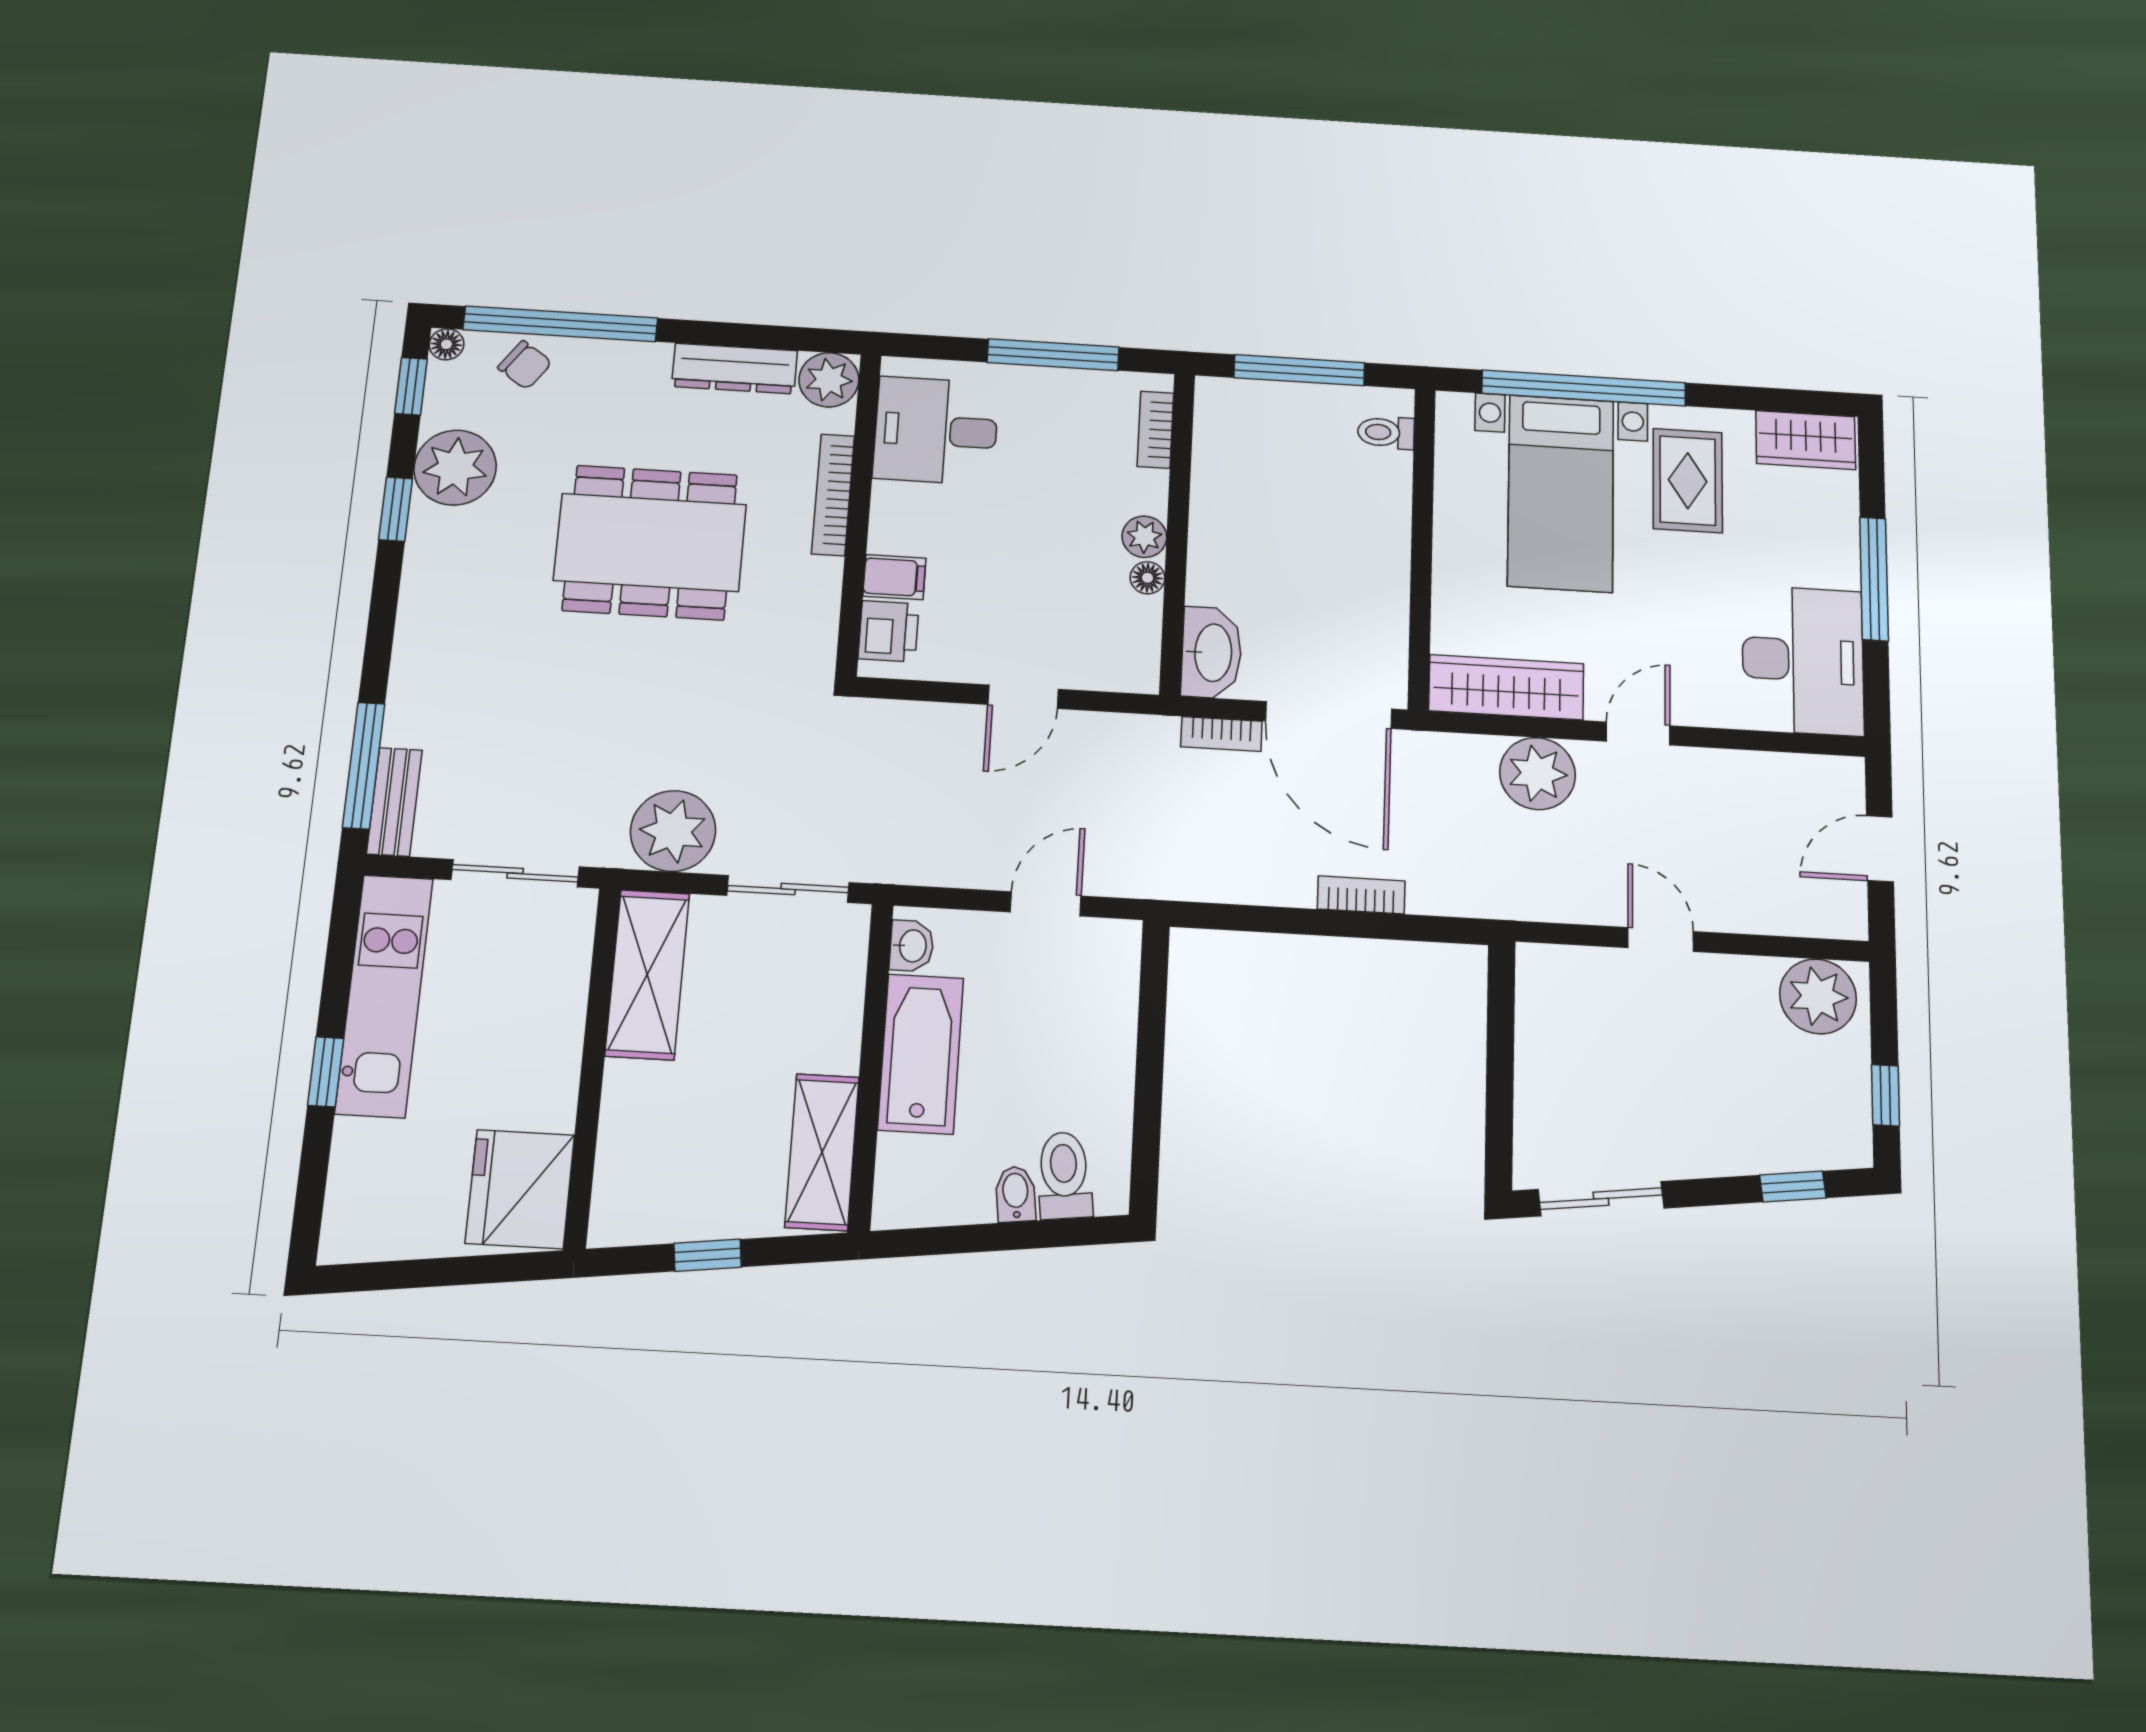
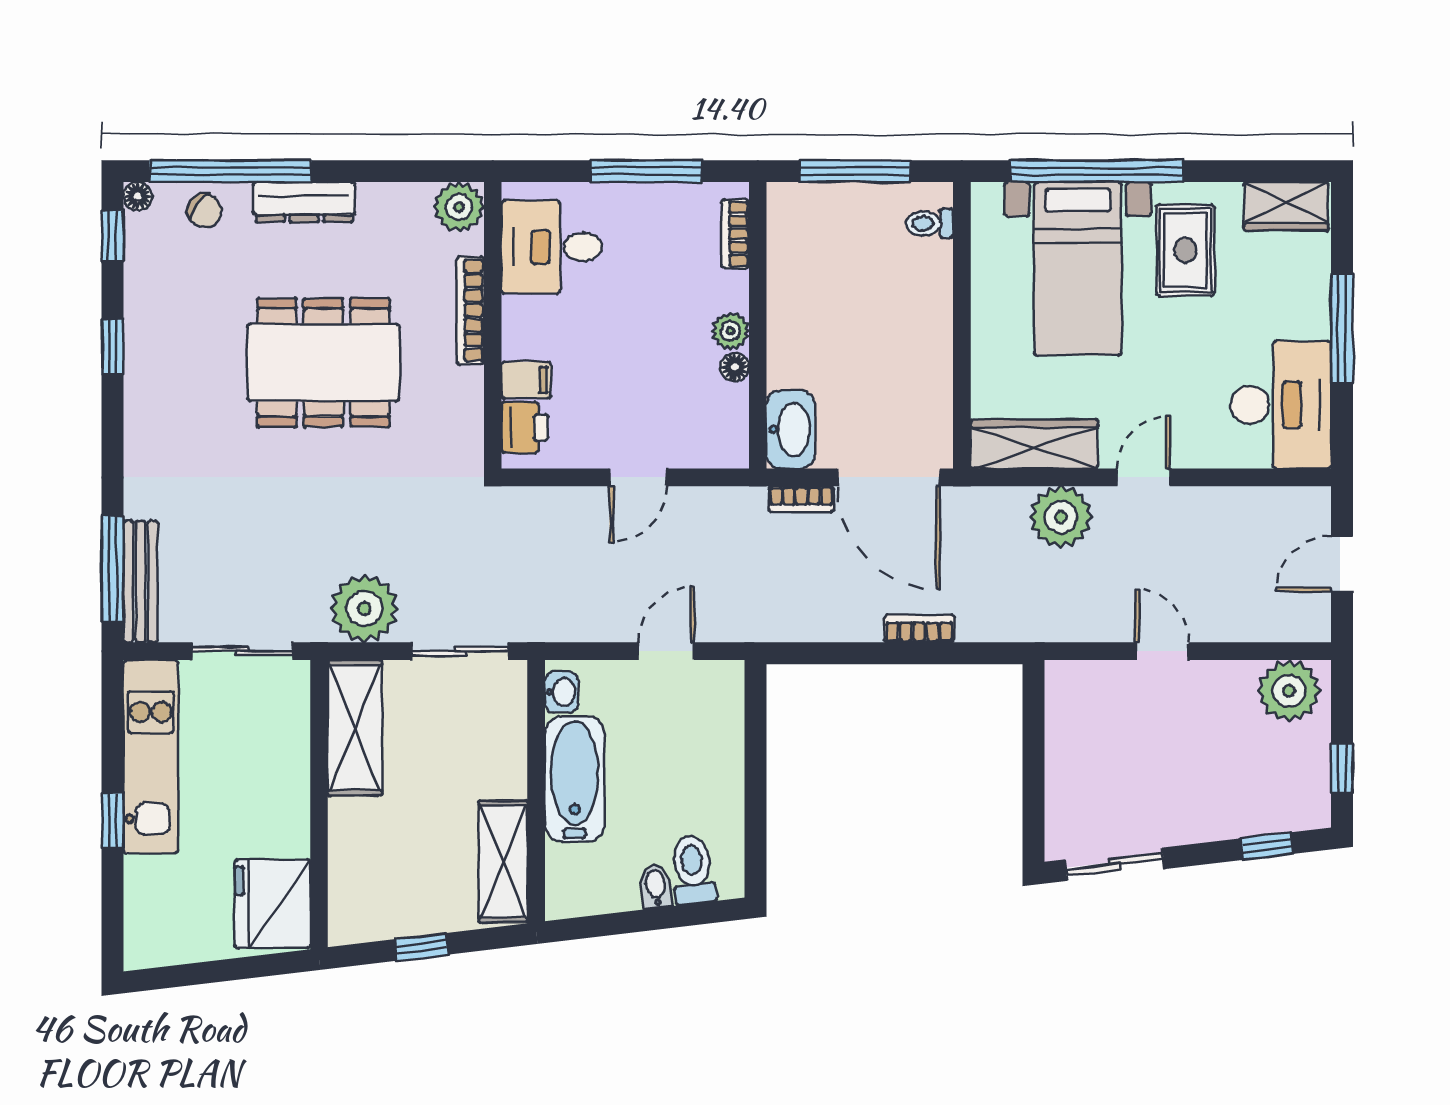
dresser: (735, 369) -> (304, 202), moved
plant: (455, 468) -> (157, 307), removed
bench: (394, 802) -> (141, 582), width x1.36

